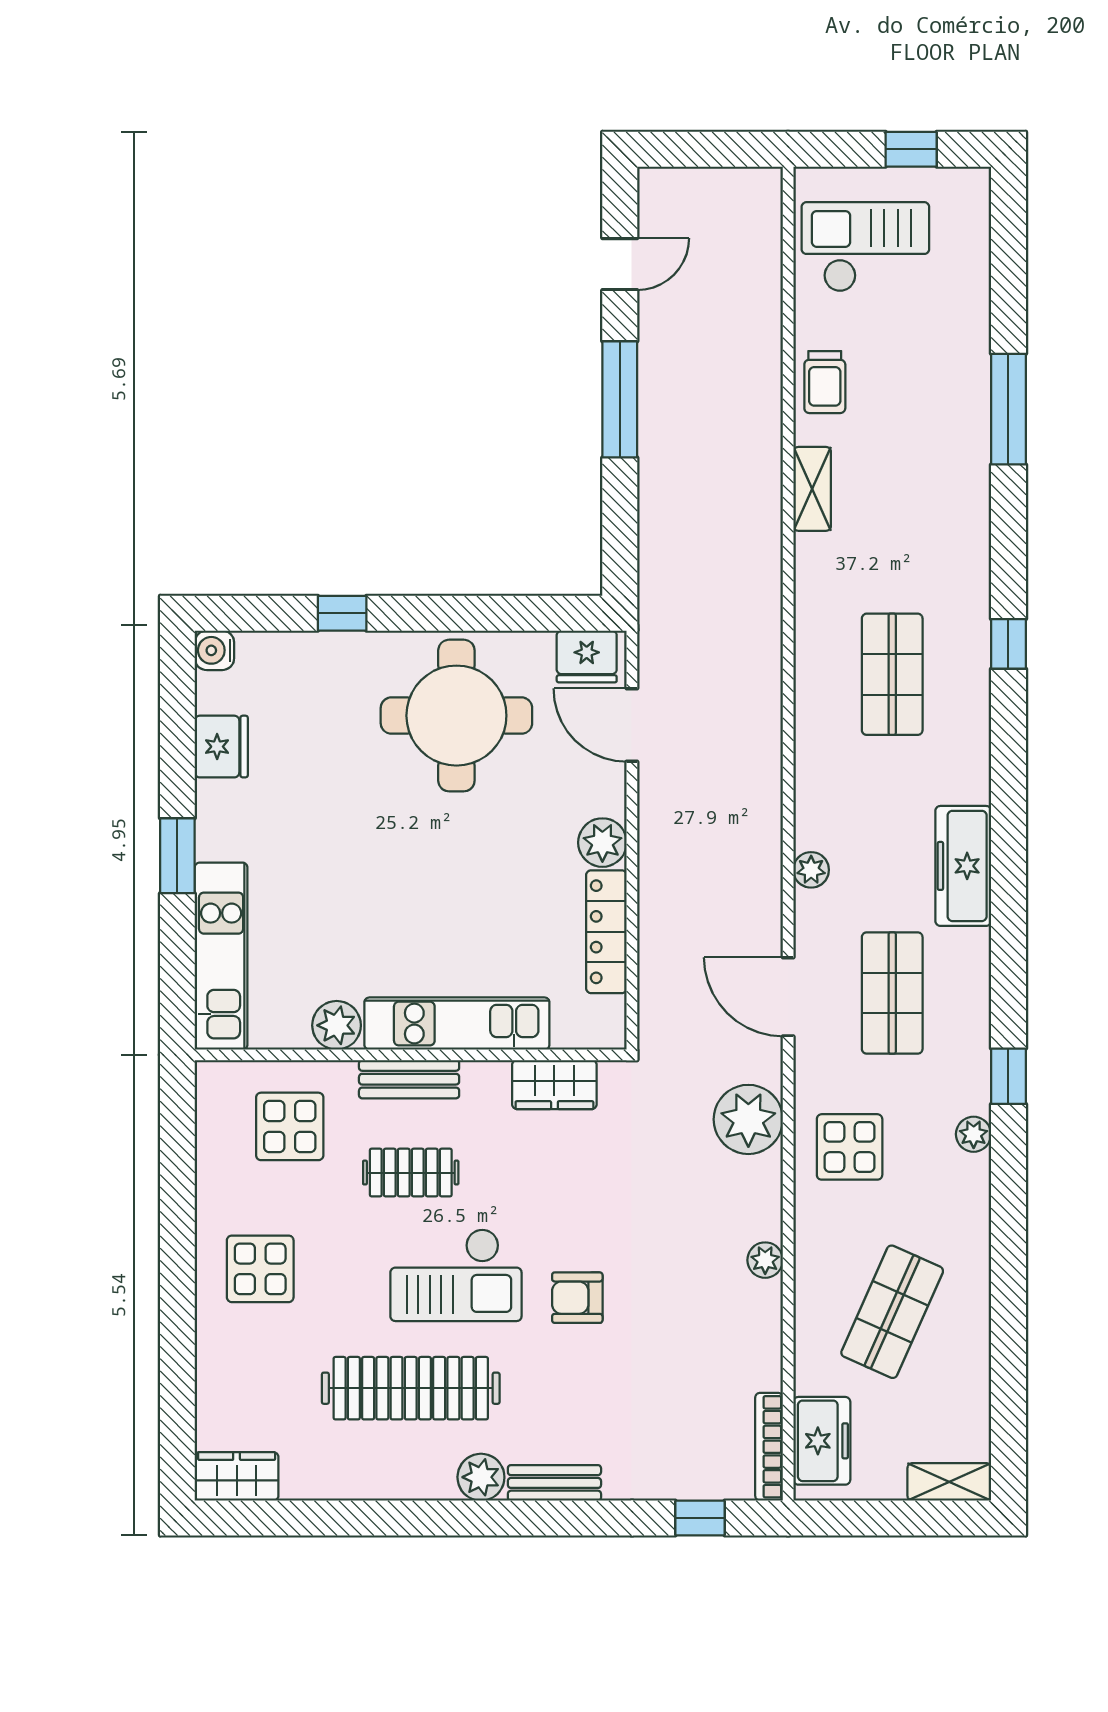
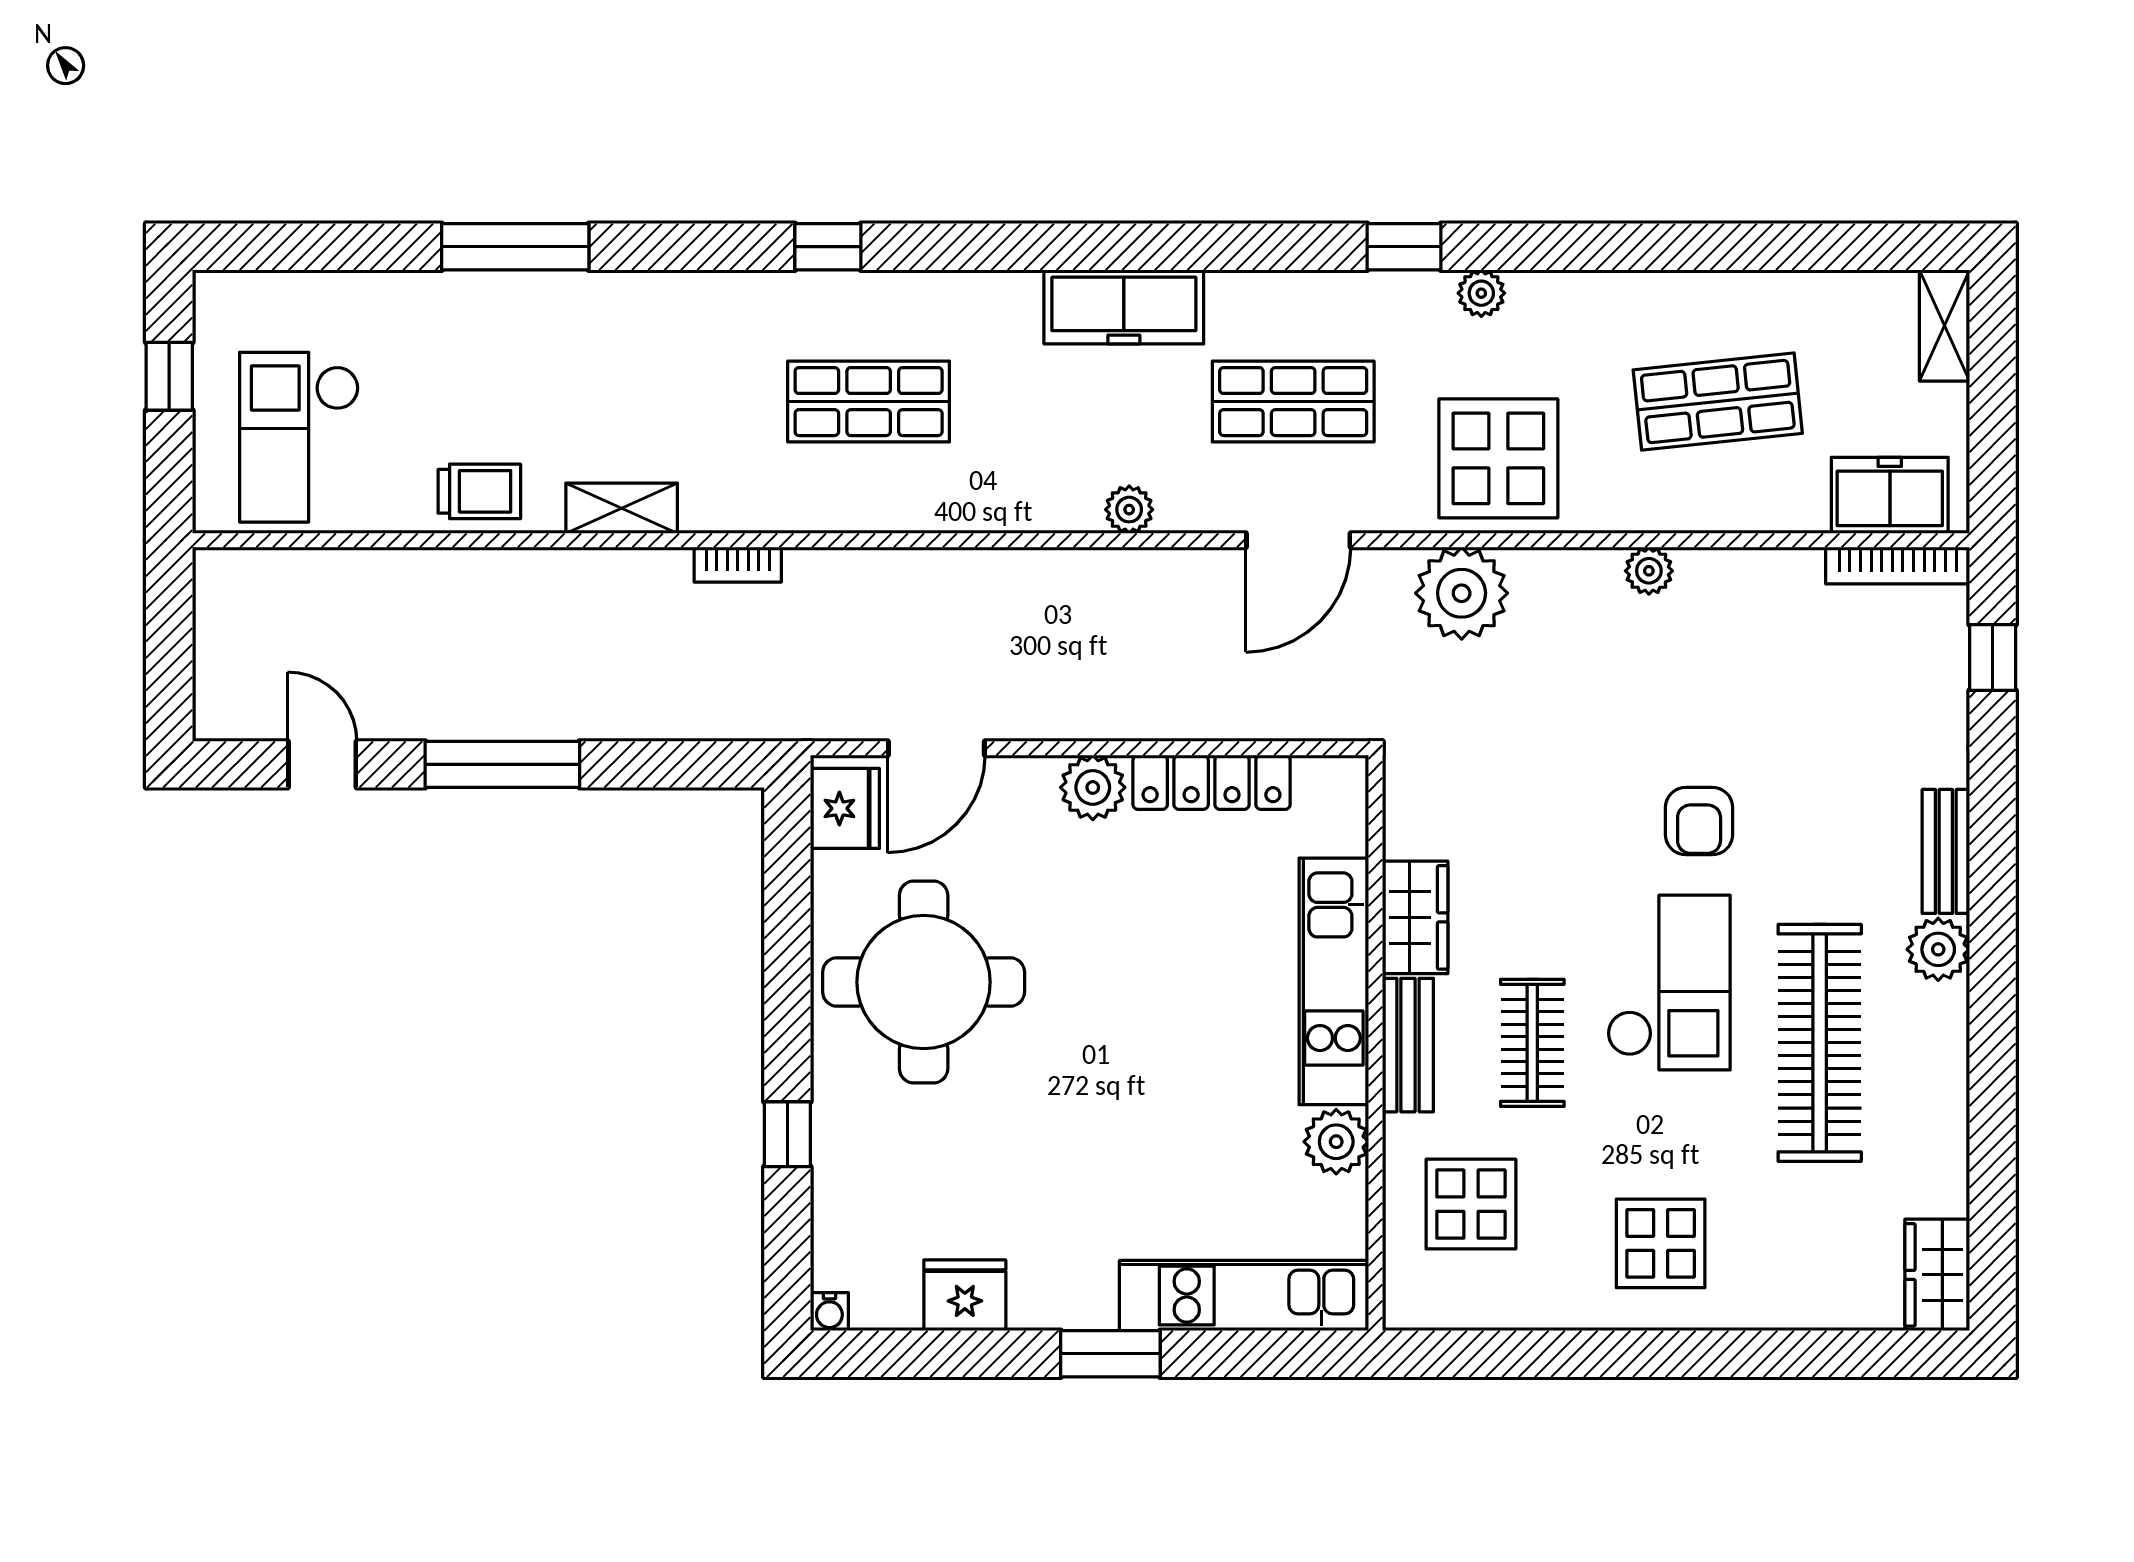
bookcase: (770, 576) -> (738, 565), added
water cooler: (214, 650) -> (829, 1312), width x0.72, depth x0.72
wardrobe: (554, 1085) -> (1415, 917), moved
display table: (850, 1147) -> (1498, 458), width x1.36, depth x1.36
shop shelf: (892, 1312) -> (1718, 402), turned -30

